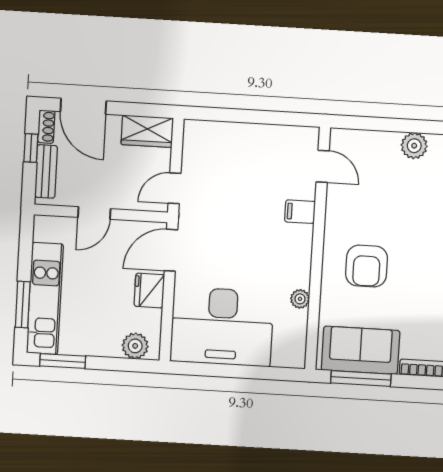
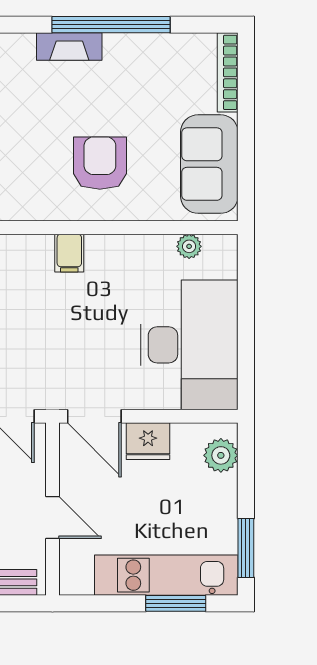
filing cabinet: (300, 212) -> (69, 253), moved
armchair: (367, 266) -> (100, 163), turned -90
plant: (300, 299) -> (189, 246), moved
window: (361, 378) -> (246, 161), removed

